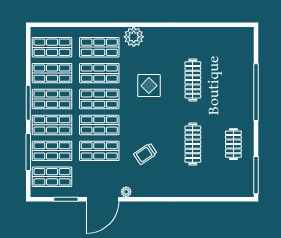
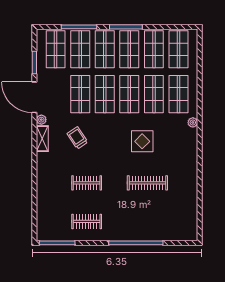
plant: (134, 37) -> (193, 122), width x0.53, depth x0.53
clothes rail: (193, 144) -> (87, 183), width x0.73
shelving: (146, 191) -> (42, 139), added

